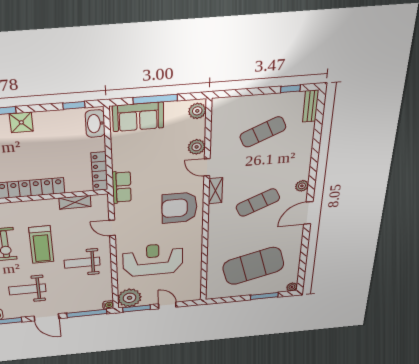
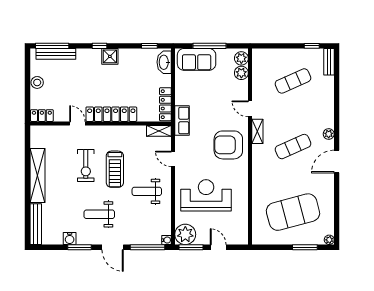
plant: (197, 147) -> (241, 73), moved
shelving: (75, 202) -> (159, 131), moved

